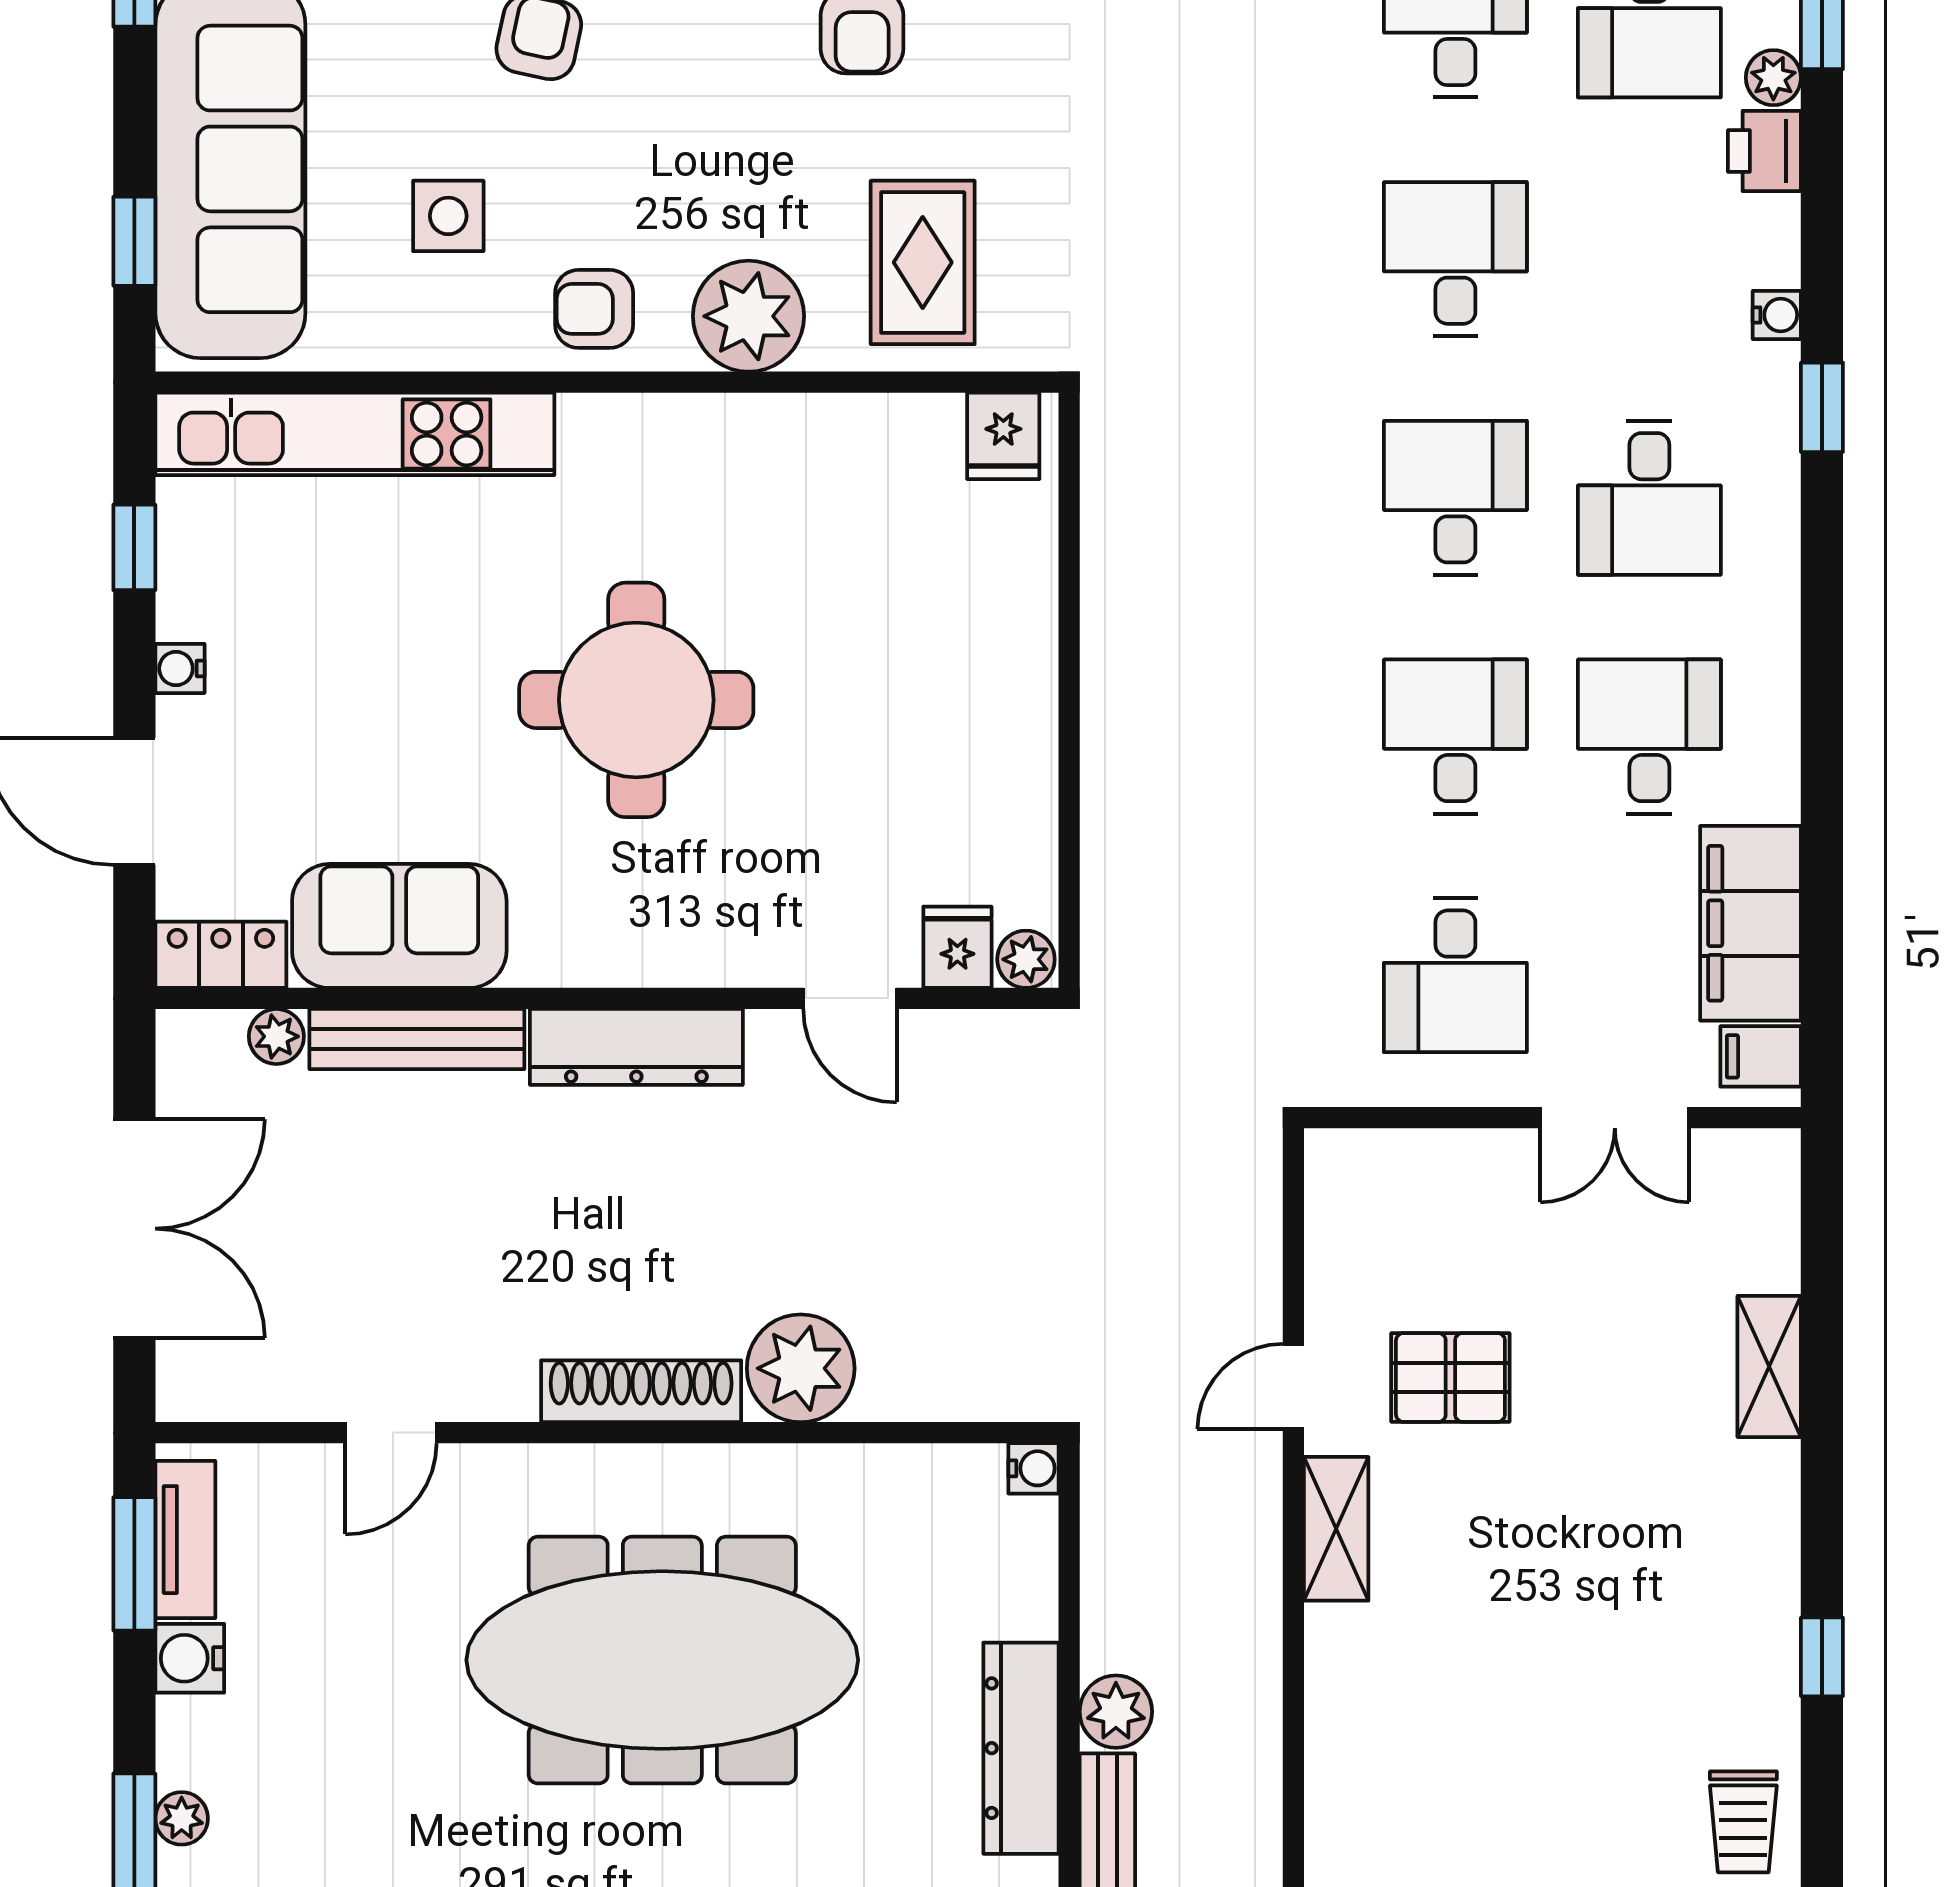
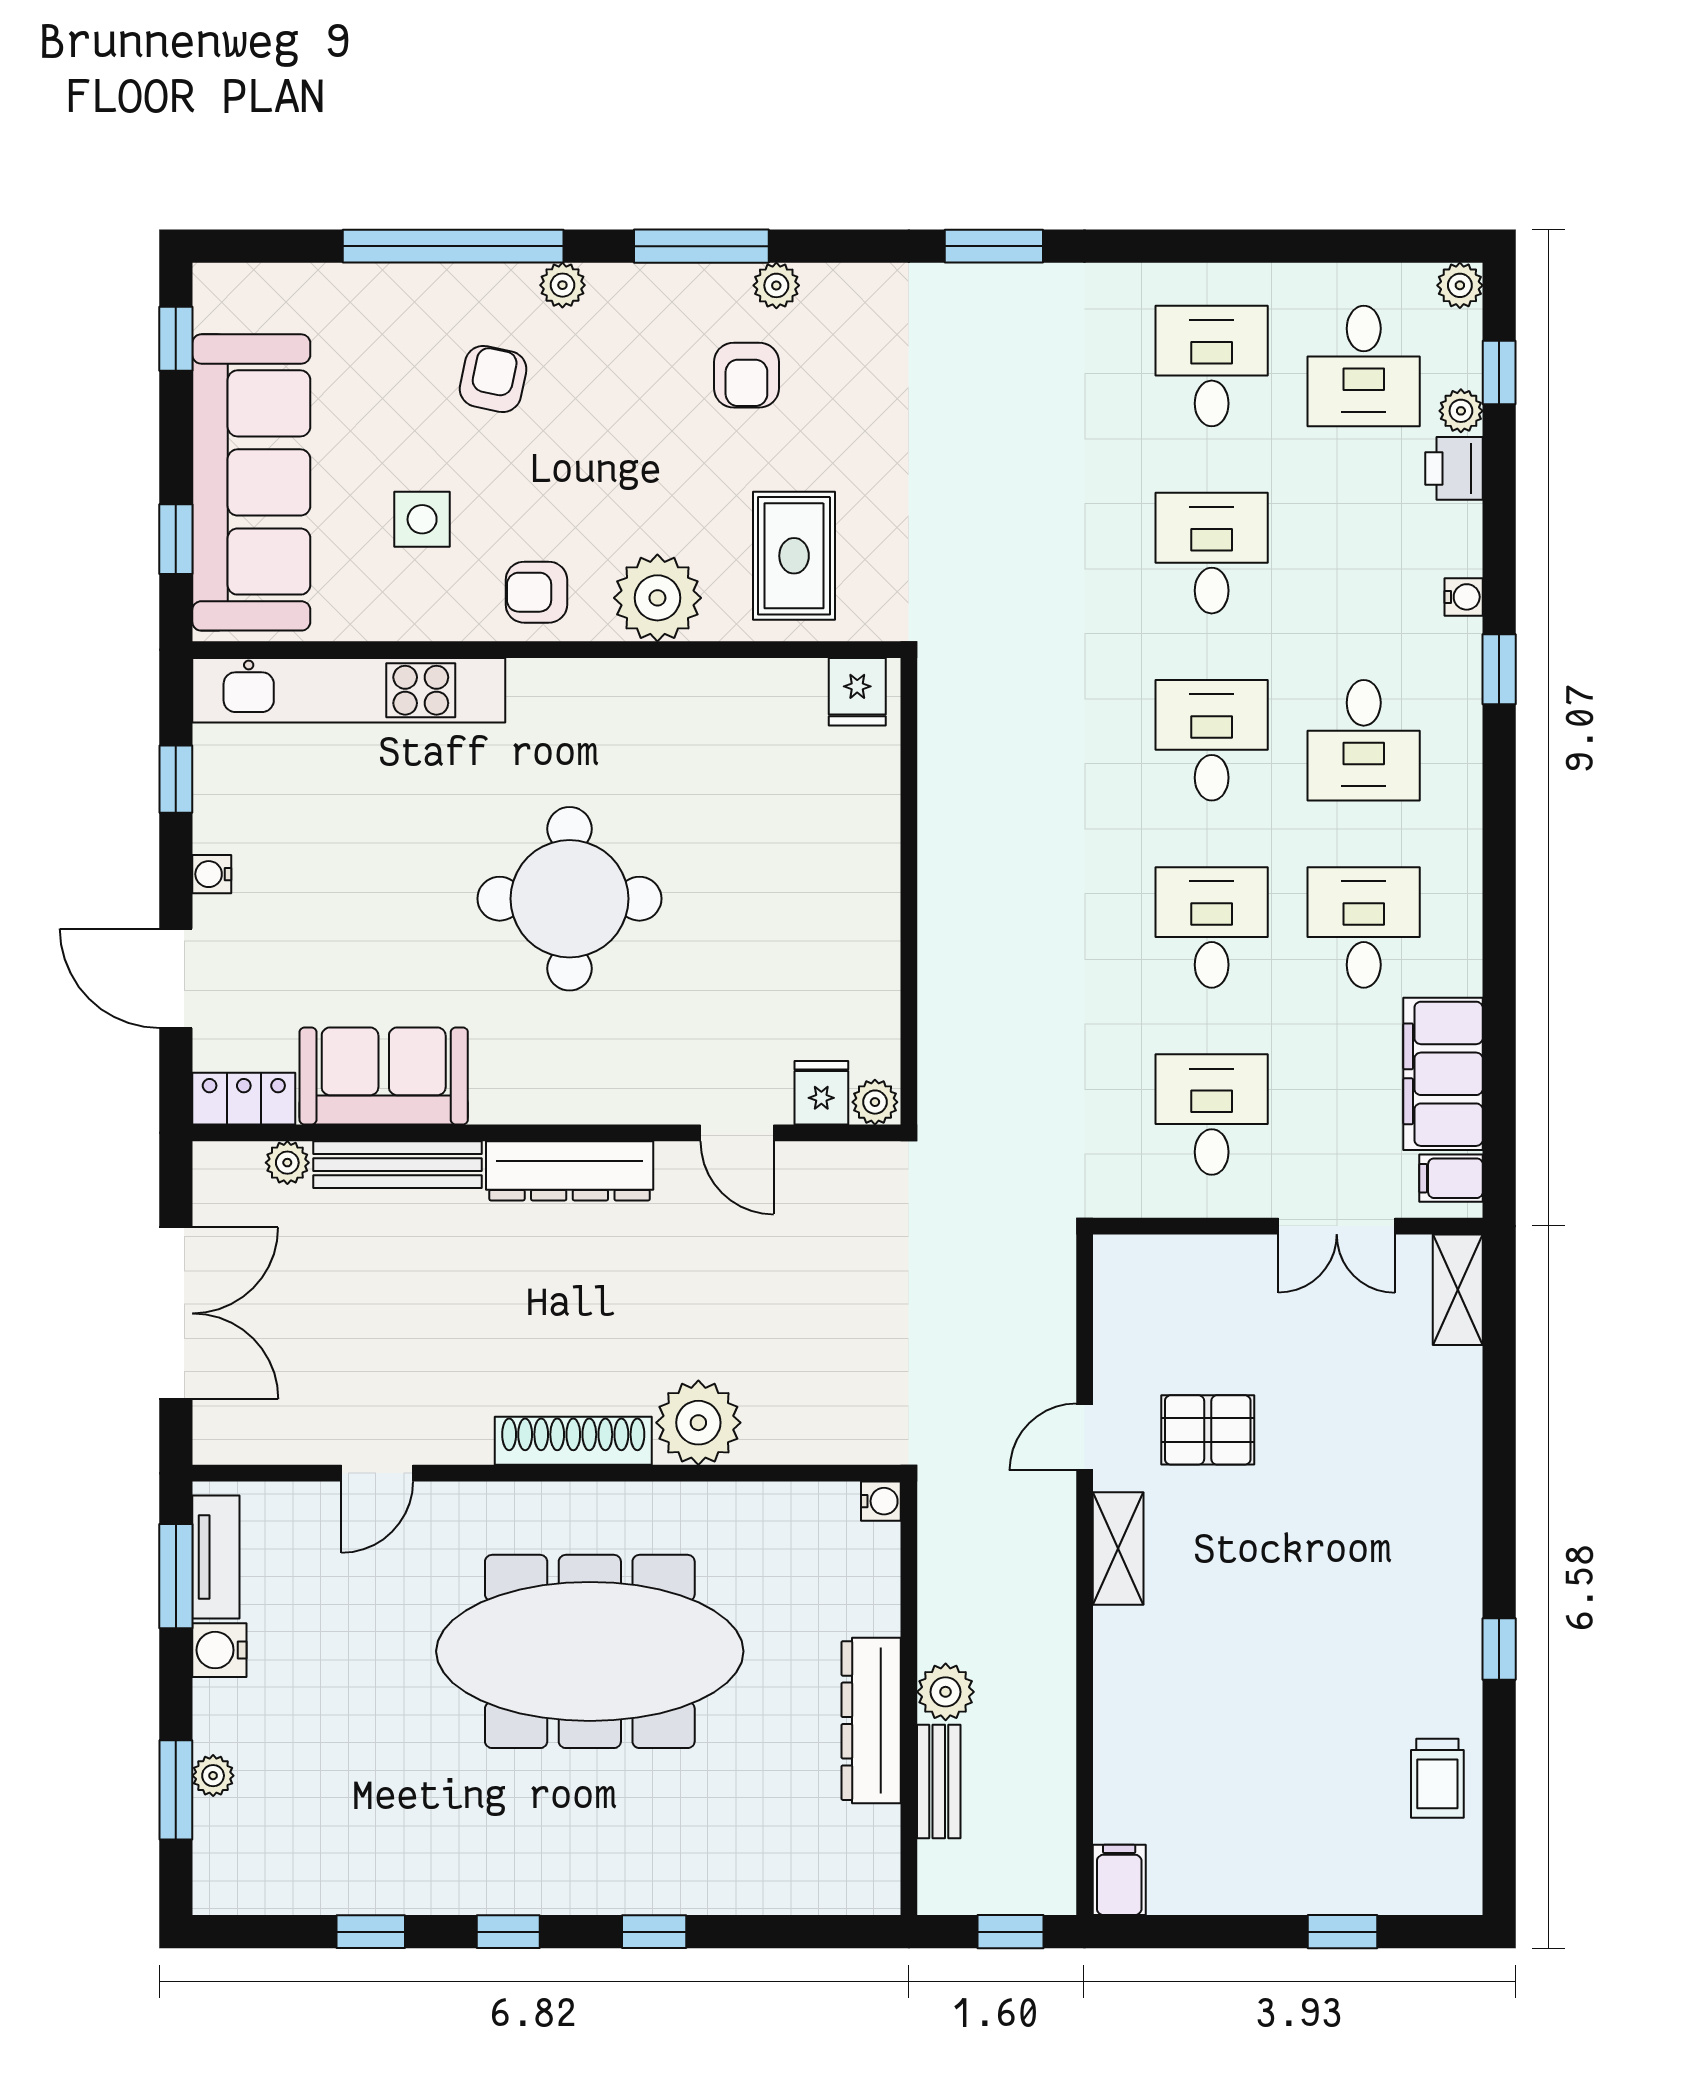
desk: (1455, 975) -> (1212, 1115), turned 180
shelving: (1769, 1366) -> (1458, 1290), moved

